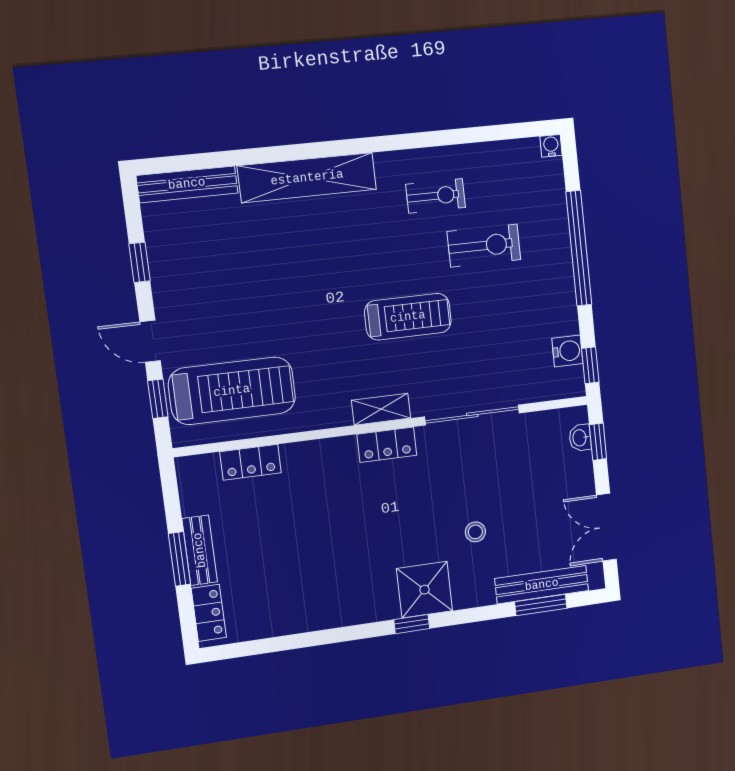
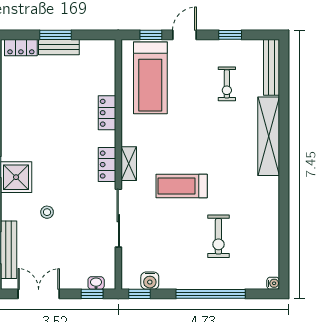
exercise bike: (436, 196) -> (227, 84), moved
treadmill: (408, 317) -> (182, 186), turned 90
locker: (251, 462) -> (107, 113), moved

